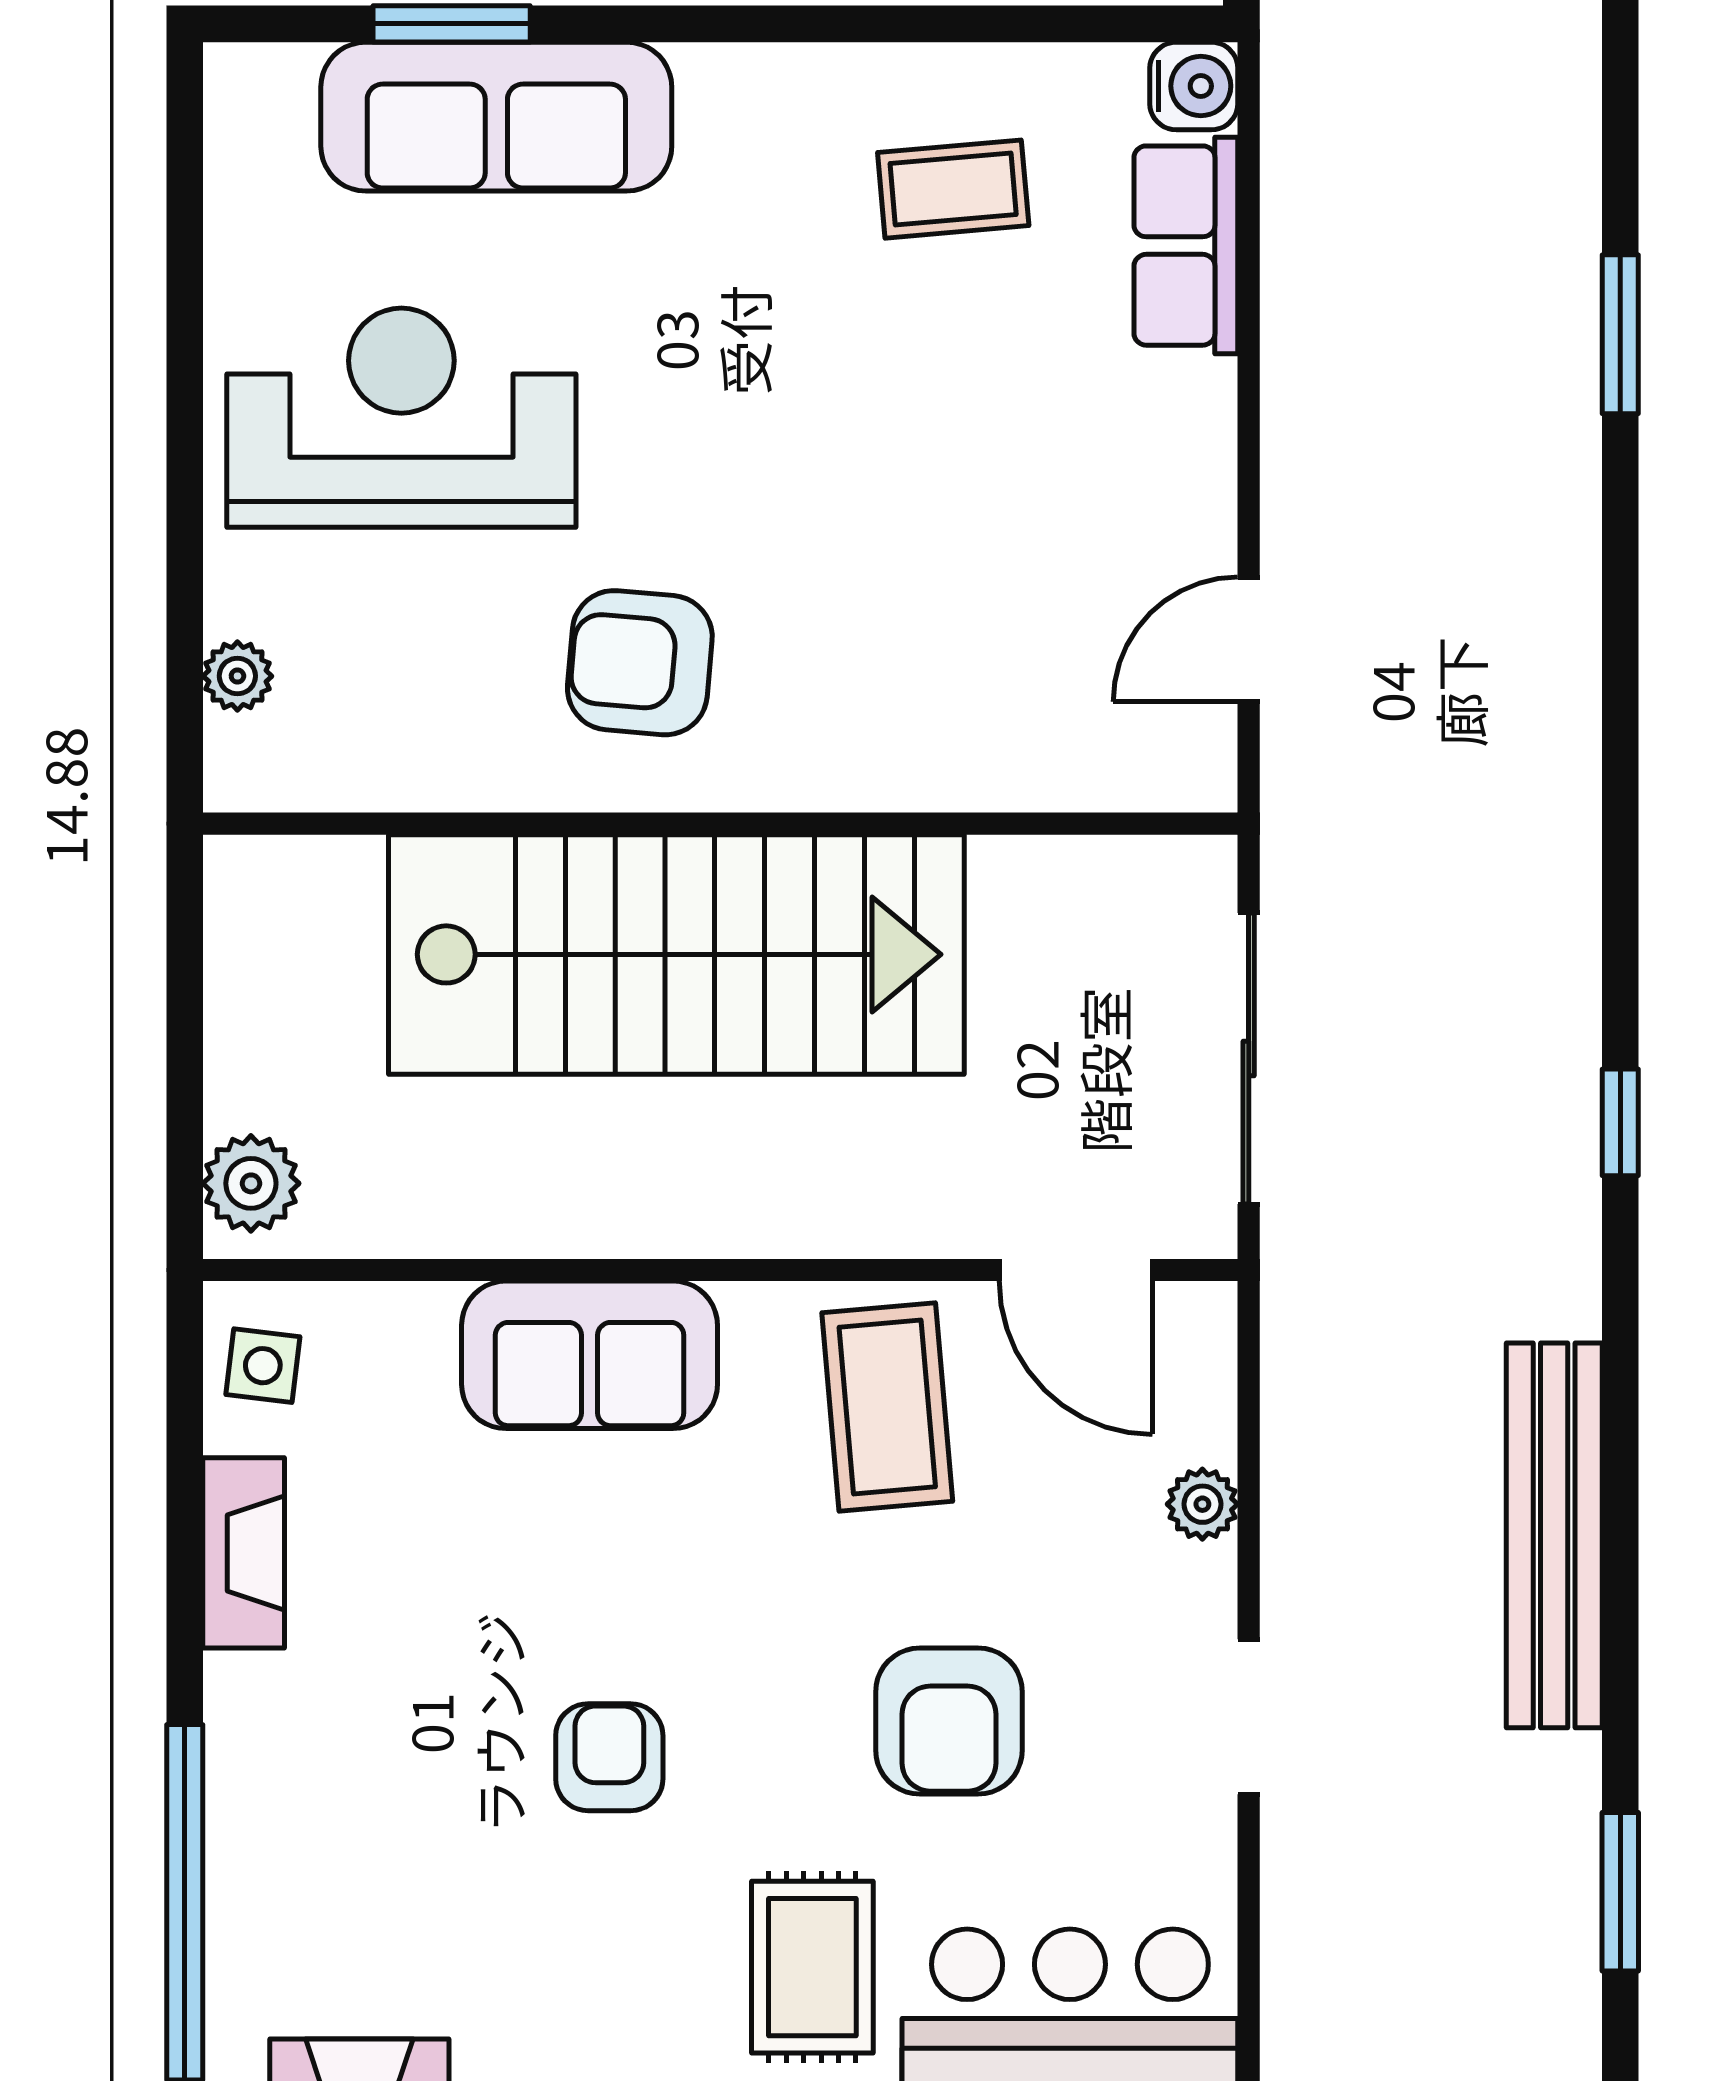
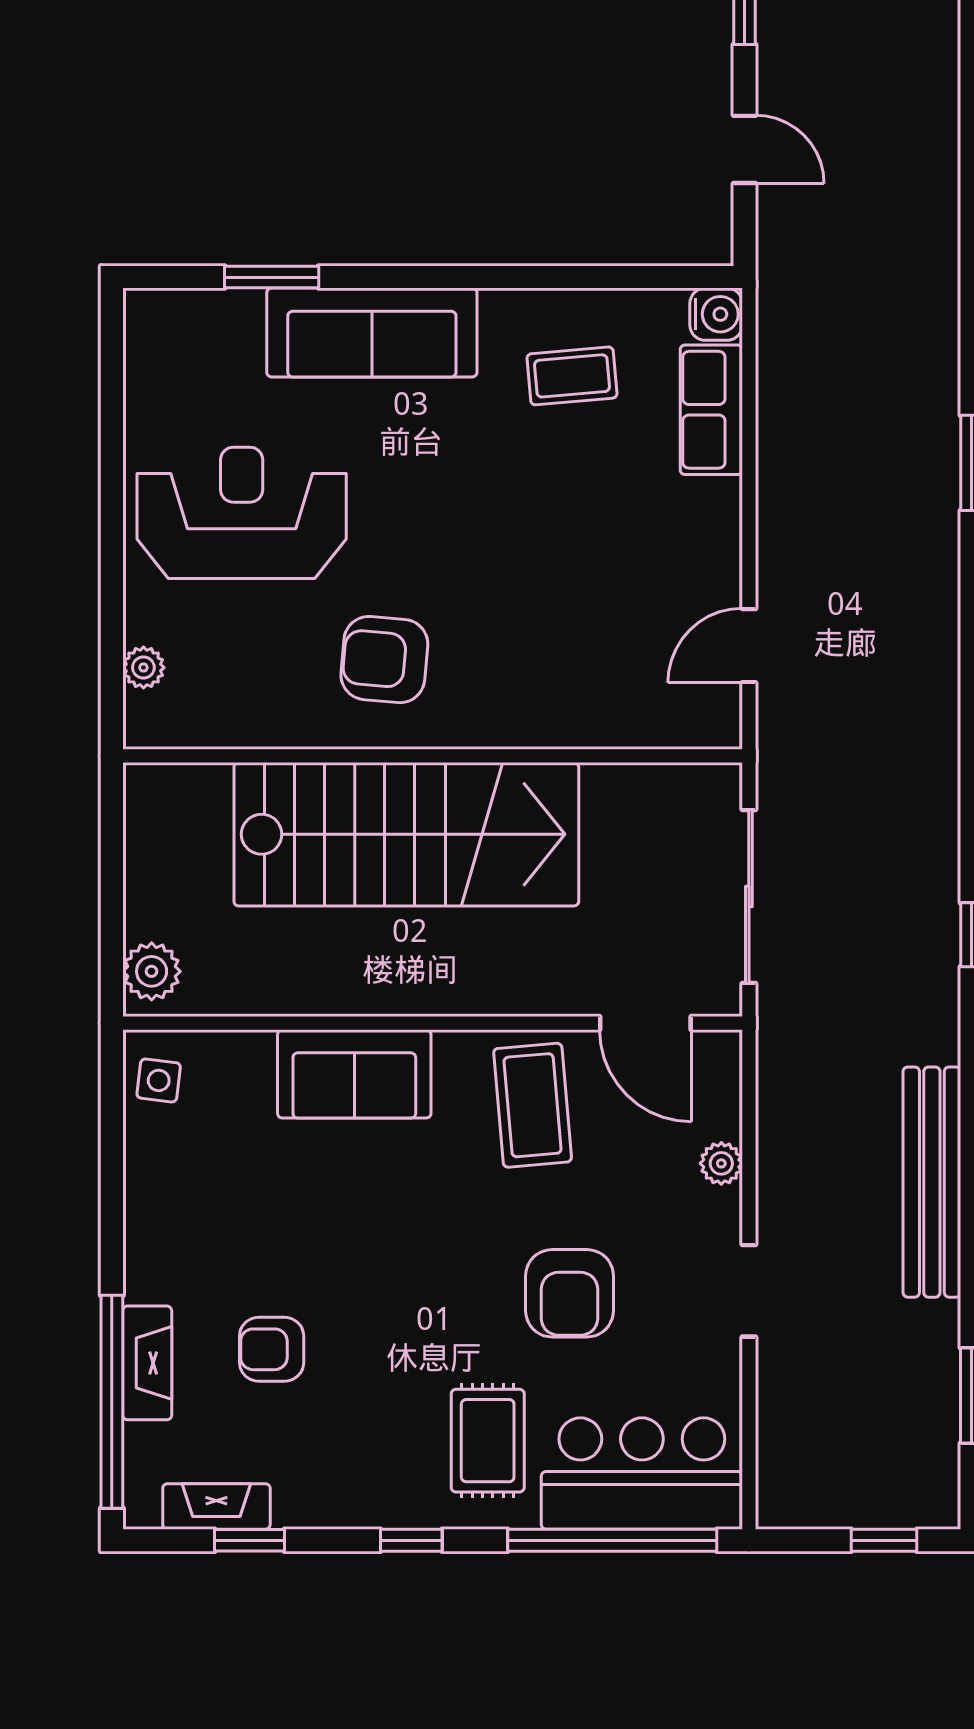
sofa: (496, 117) -> (372, 333), moved
fireplace: (244, 1553) -> (147, 1363), moved
armchair: (609, 1757) -> (272, 1349), moved, turned -90

